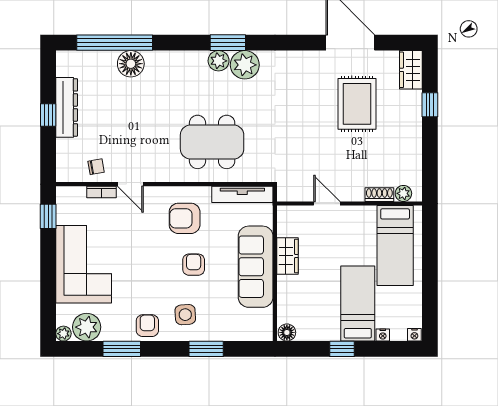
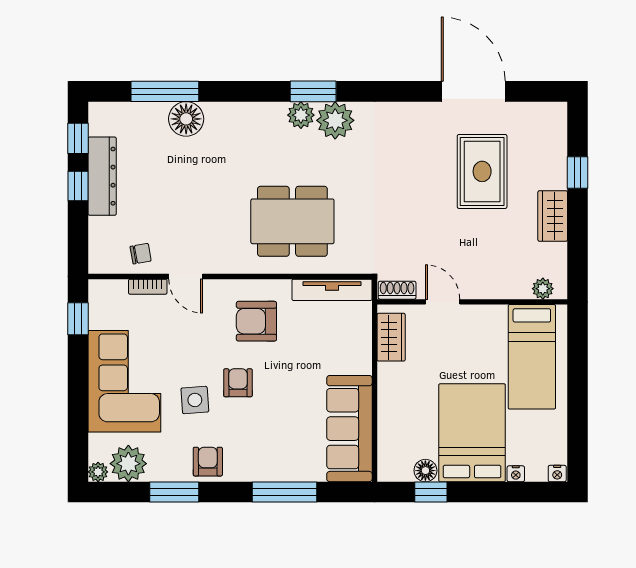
window: (115, 43) -> (165, 91), width x0.68
wardrobe: (411, 70) -> (553, 216), moved
window: (48, 79) -> (78, 138), added
shoe rack: (379, 195) -> (397, 290), moved
wardrobe: (287, 256) -> (391, 337), moved
armchair: (194, 265) -> (238, 383), moved
sofa: (256, 267) -> (349, 429), moved
bed: (358, 304) -> (472, 433), width x1.50
side table: (185, 315) -> (195, 400), moved
floor lamp: (287, 332) -> (425, 471), moved
window: (206, 349) -> (285, 492), width x1.44
window: (342, 349) -> (431, 492), moved

